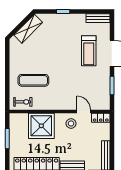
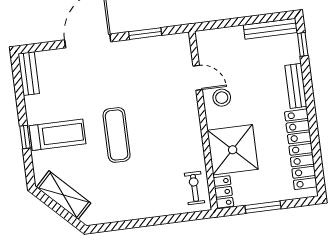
treadmill: (89, 51) -> (58, 135), moved
exercise mat: (33, 80) -> (117, 135), moved
door: (84, 112) -> (198, 78), swing flipped
locker: (101, 118) -> (223, 192), moved

